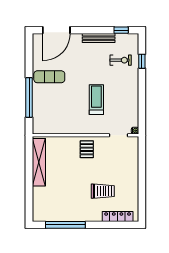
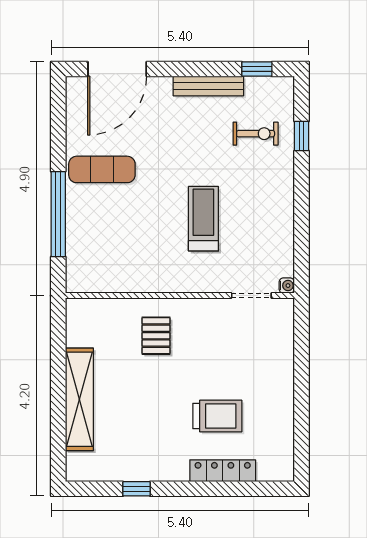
pallet: (87, 149) -> (156, 336), moved
shelving: (39, 162) -> (79, 399), moved
locker: (118, 217) -> (223, 471), moved
window: (65, 225) -> (137, 489), width x0.32

